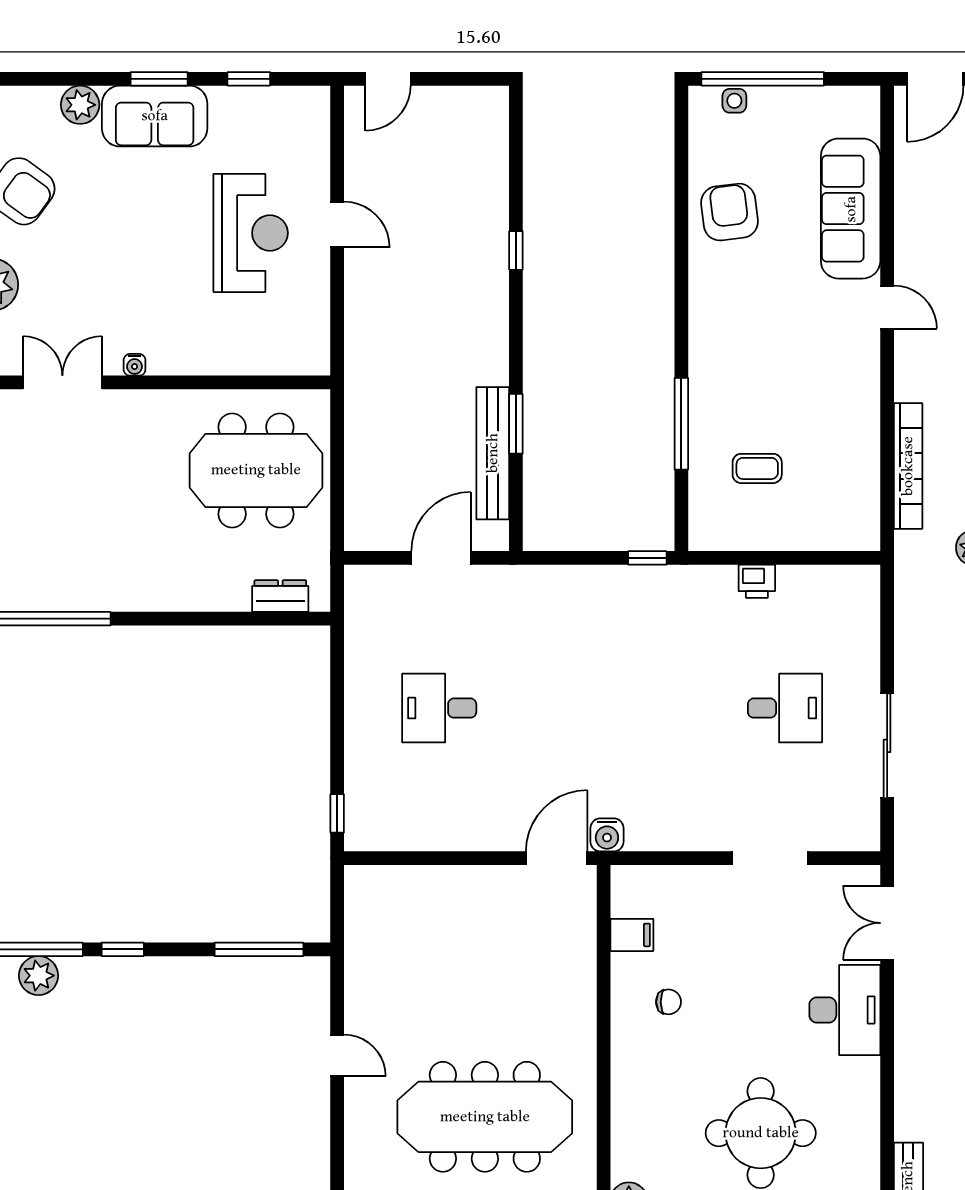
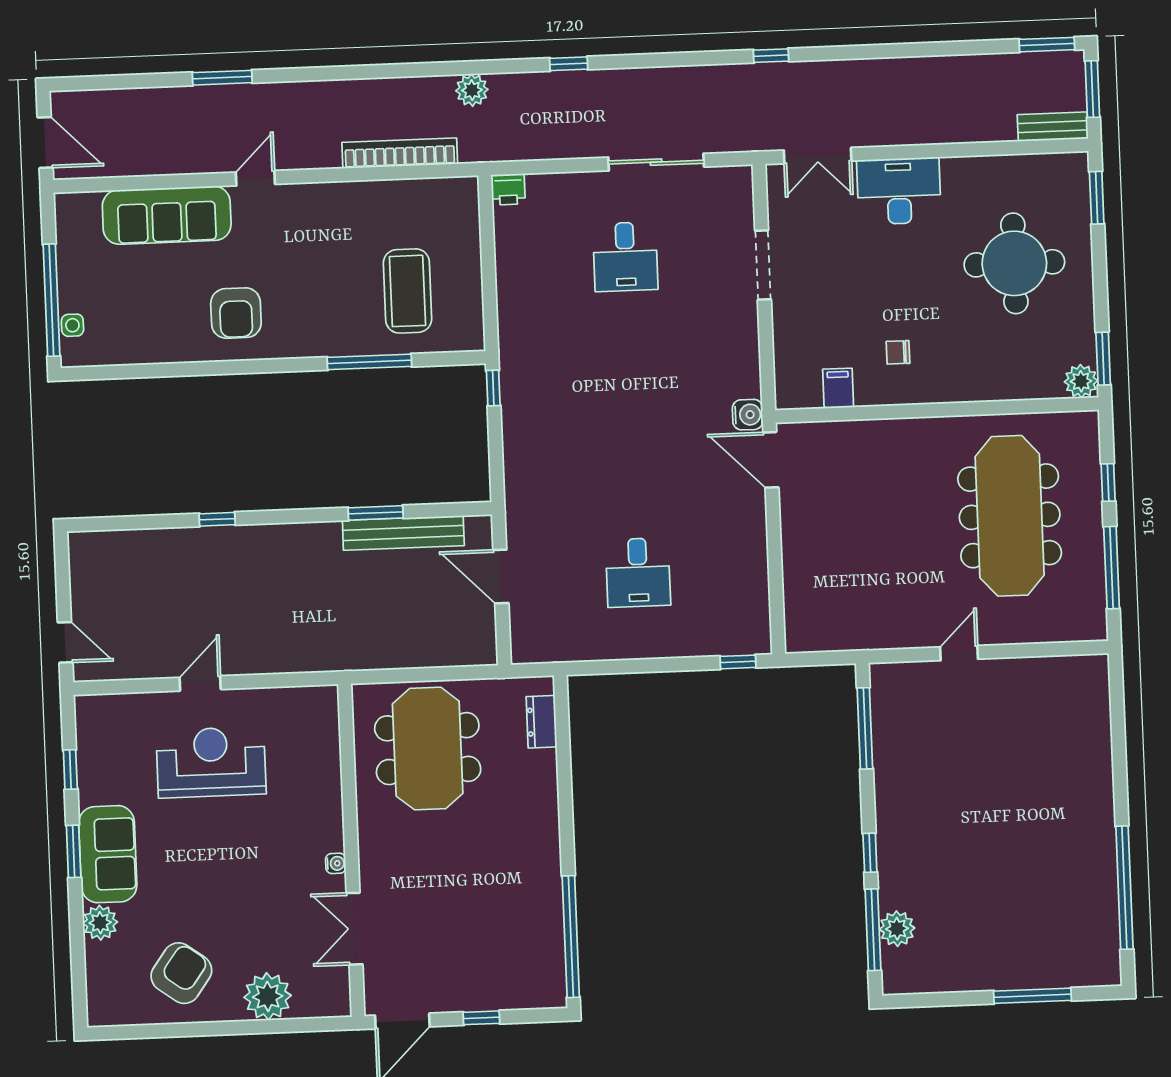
armchair: (729, 212) -> (236, 313), moved, turned -83
coffee table: (757, 468) -> (407, 291), width x1.86, depth x1.72
printer: (757, 581) -> (508, 189), moved, turned 90
desk: (785, 708) -> (625, 257), turned 180
chair: (668, 1002) -> (898, 352), turned -90

